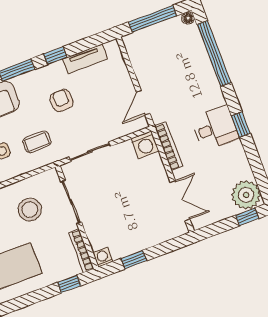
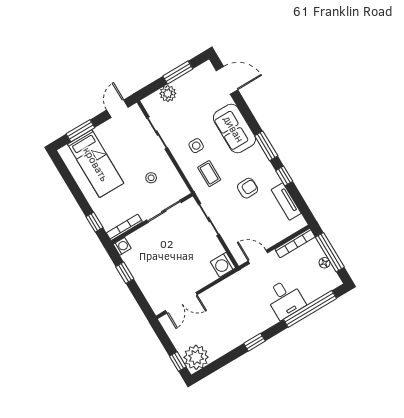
floor lamp: (188, 18) -> (325, 263), moved
desk: (215, 128) -> (285, 299), moved
bookcase: (168, 146) -> (295, 243), moved
stool: (30, 210) -> (151, 178), width x0.53, depth x0.53

